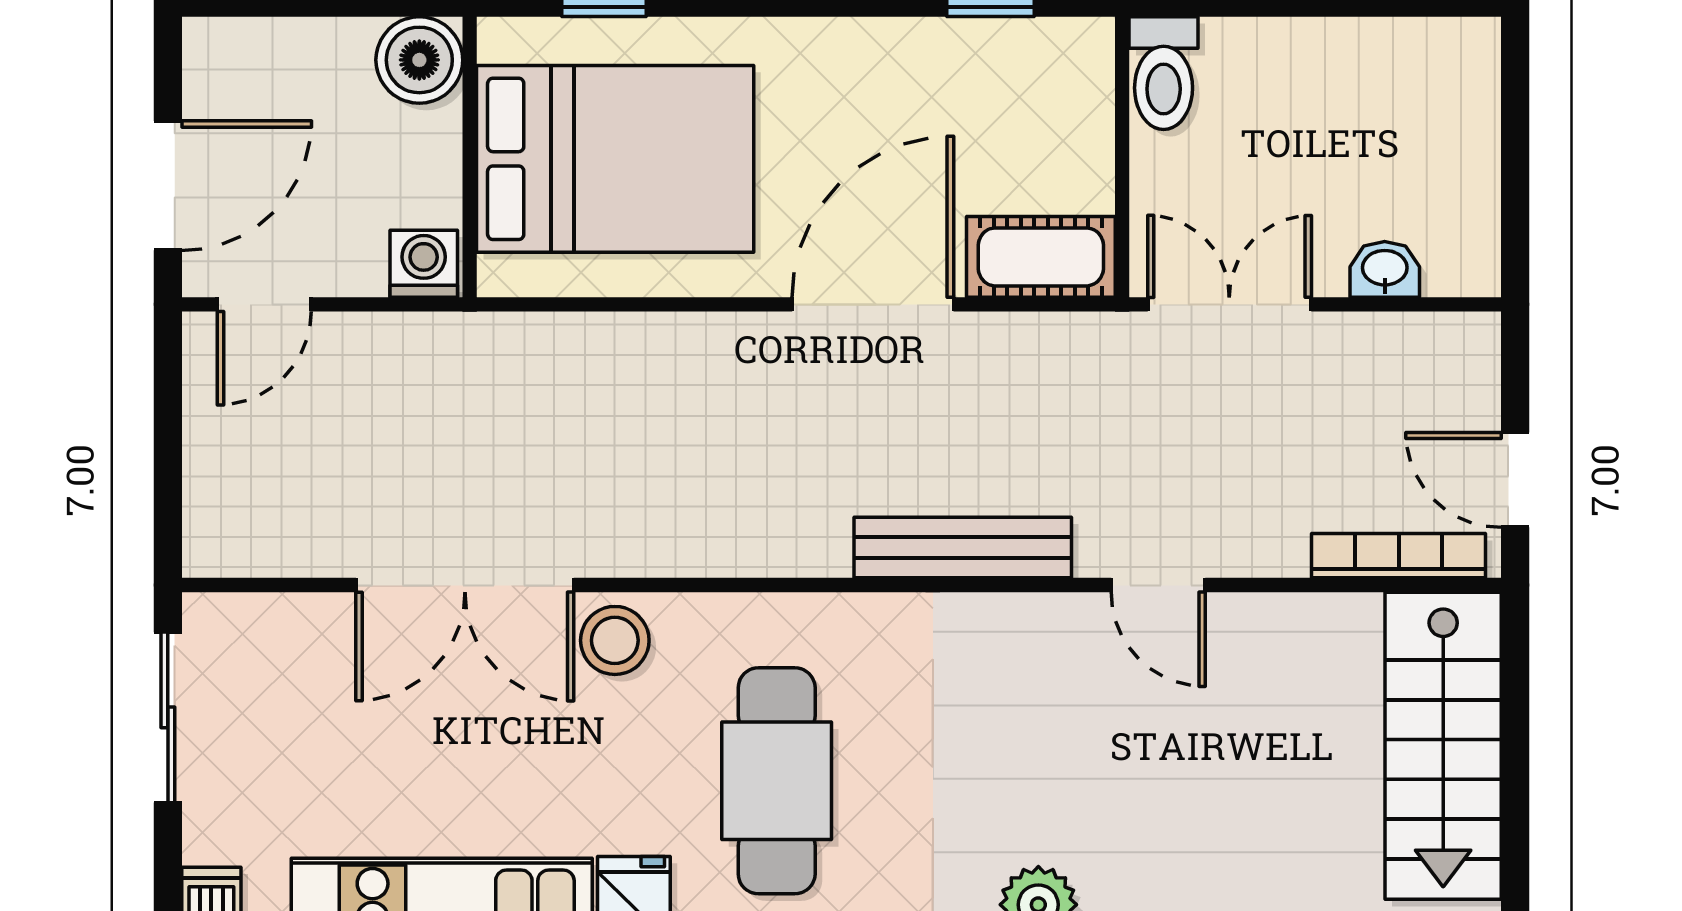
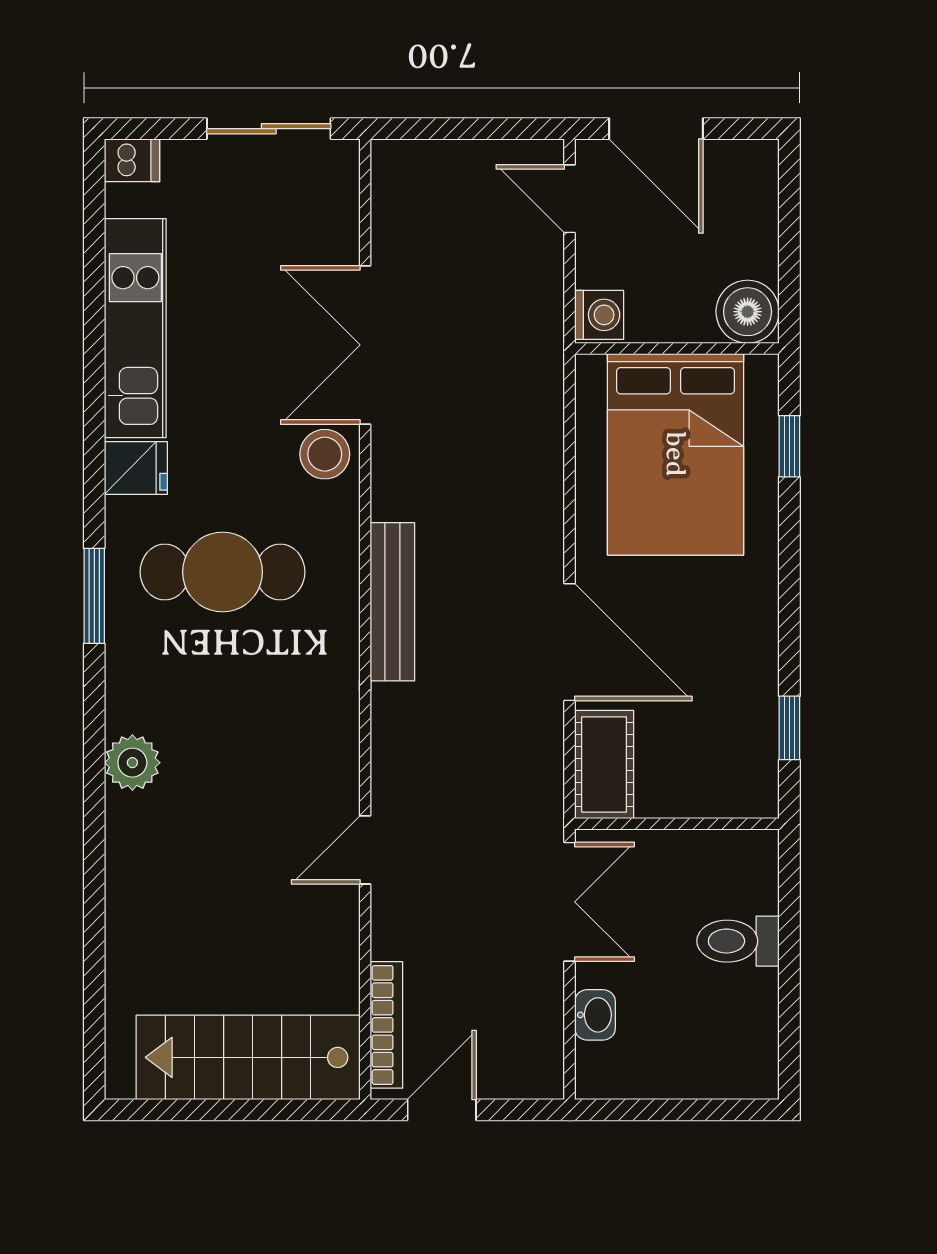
toilet: (1164, 73) -> (738, 941), moved
bench: (963, 548) -> (392, 602), moved

